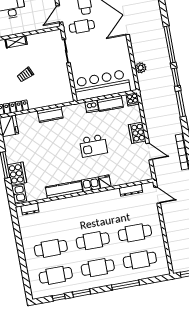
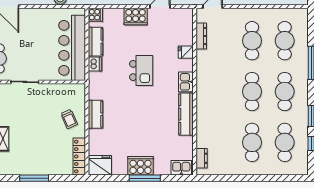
trolley: (25, 75) -> (69, 119), moved
cooker: (17, 174) -> (140, 166), moved
fridge: (105, 182) -> (186, 52), moved

